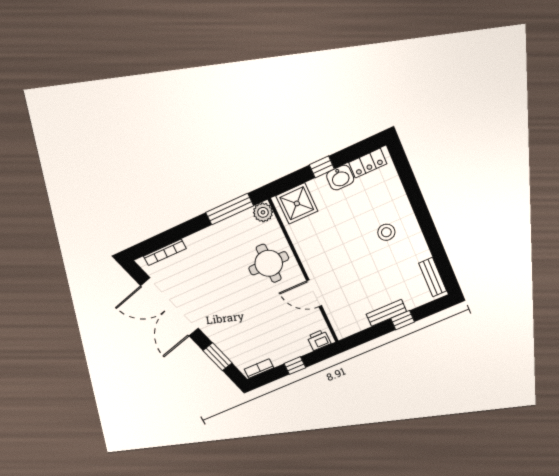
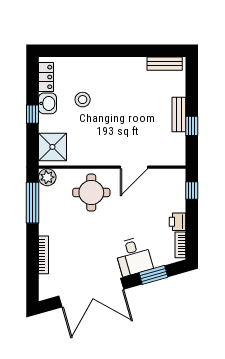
stool: (386, 232) -> (83, 100), moved
bookcase: (165, 252) -> (43, 255), moved
window: (403, 320) -> (192, 126), moved
desk: (226, 331) -> (134, 256), added
printer: (319, 340) -> (177, 222), moved
window: (295, 366) -> (192, 191), moved

